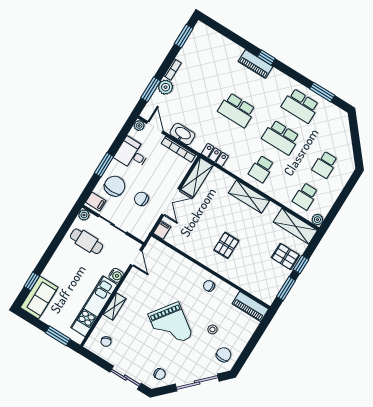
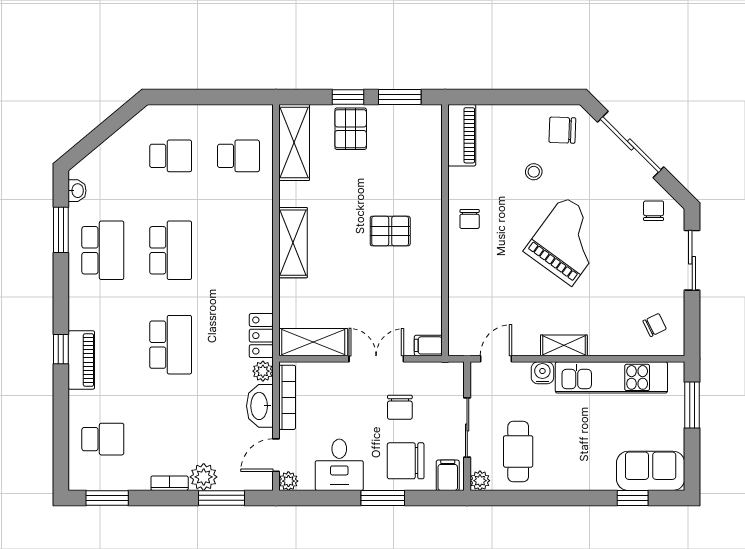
washbasin: (336, 111) -> (77, 191), added
school desk: (261, 169) -> (103, 439), moved
plant: (317, 220) -> (263, 371), moved
shelving: (115, 307) -> (564, 345), moved

